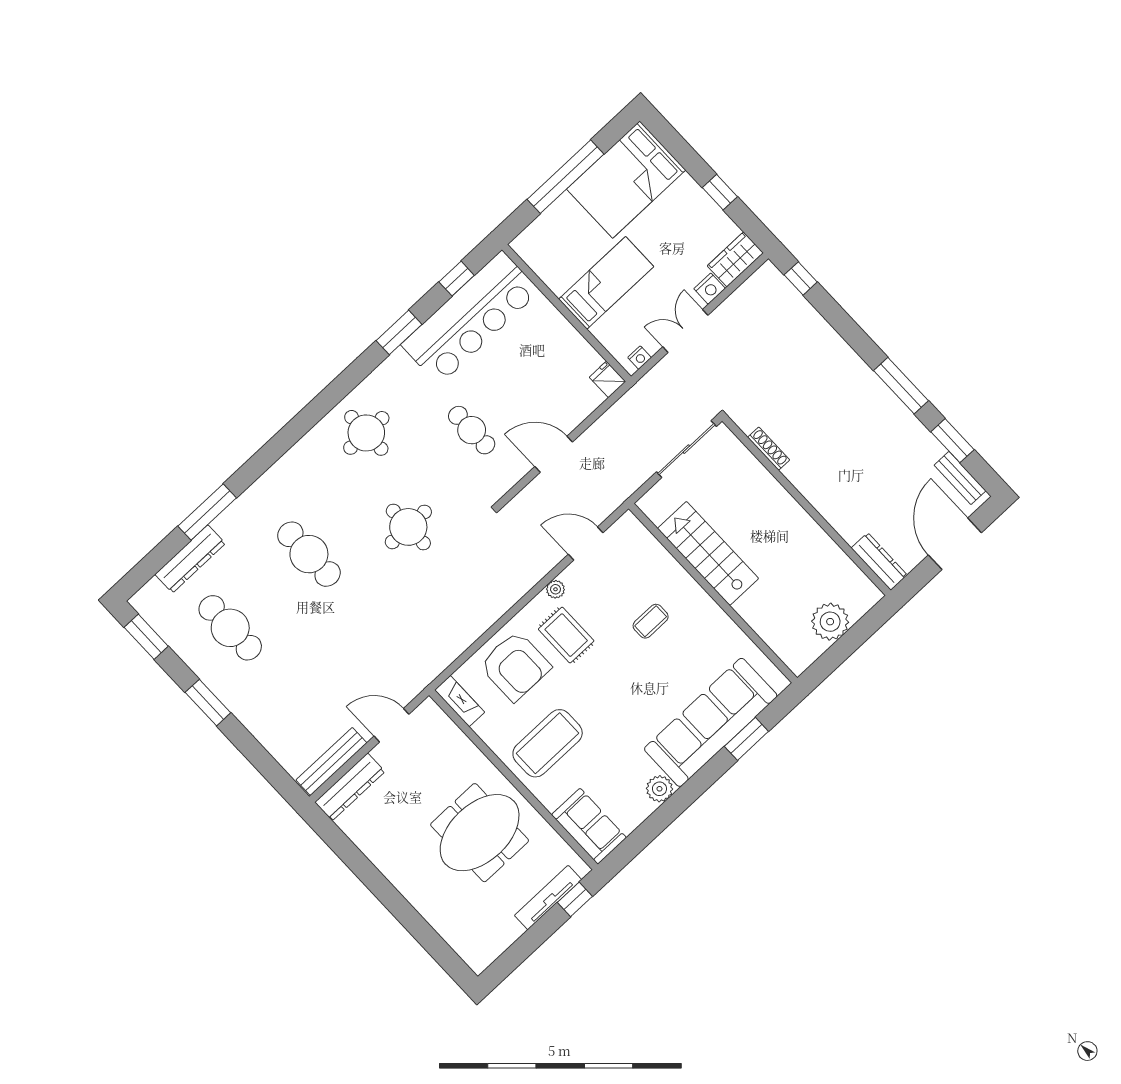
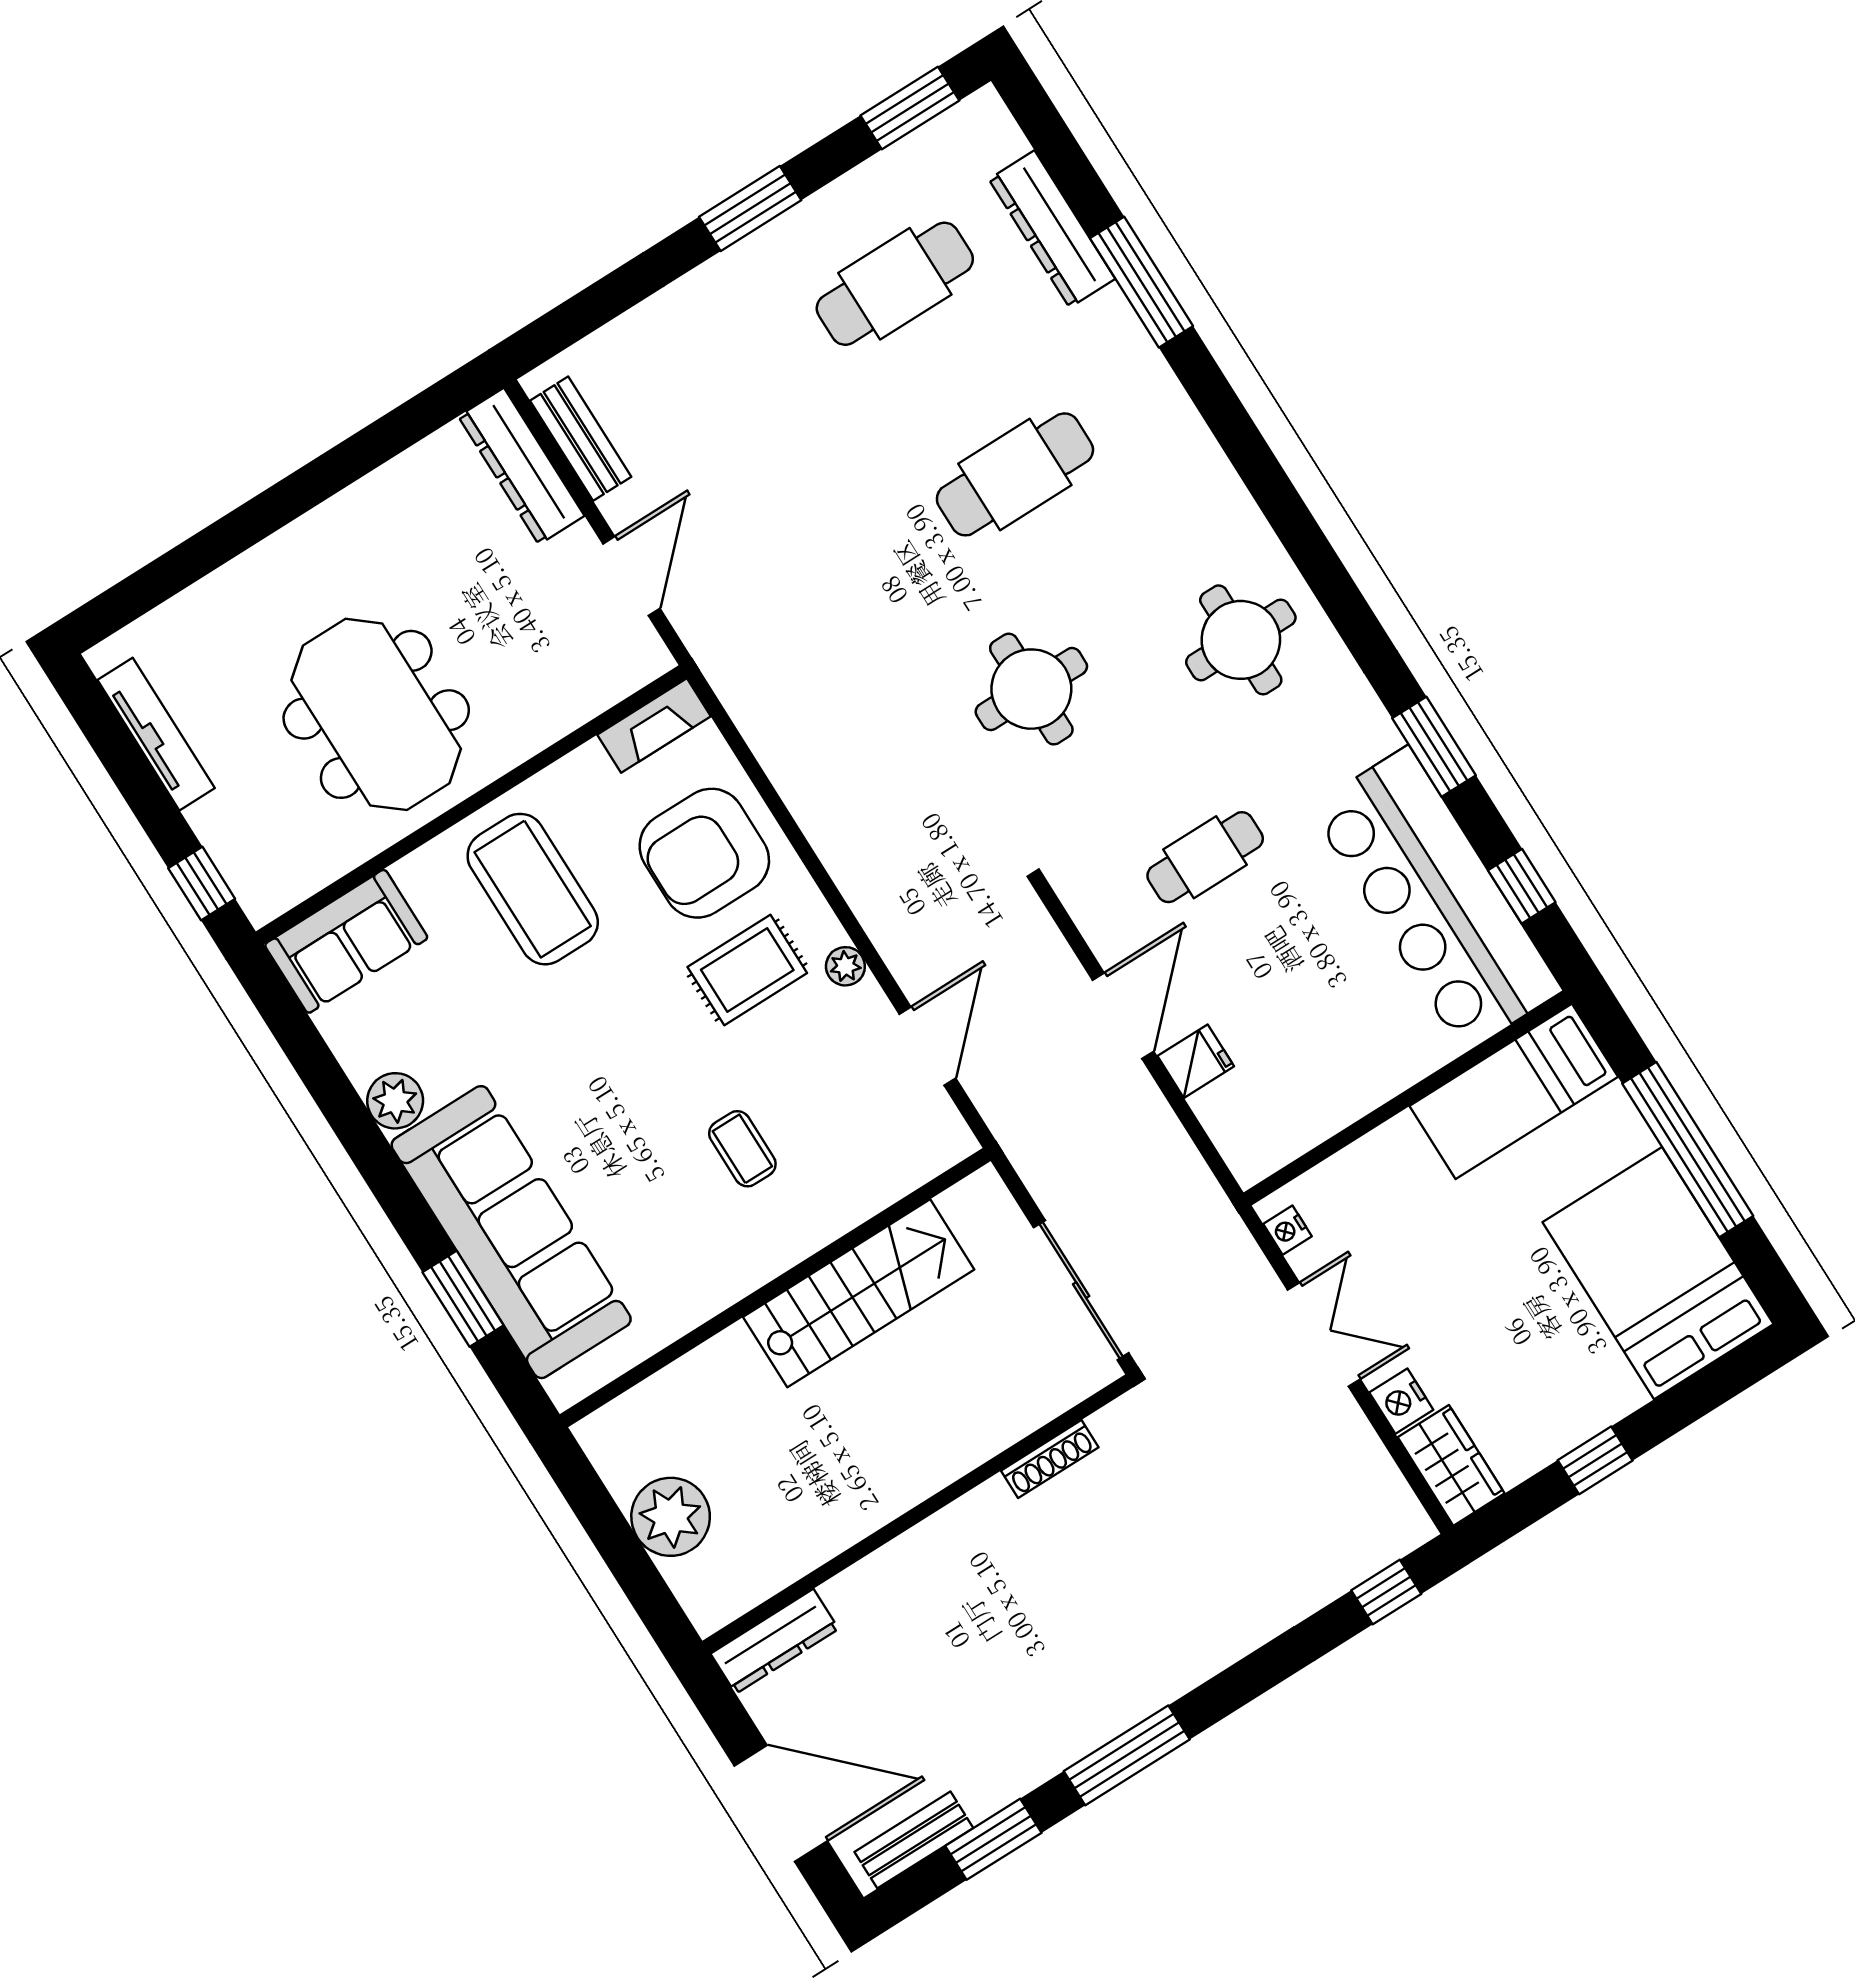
bed: (606, 283) -> (1514, 1091), moved, turned 90
fridge: (607, 379) -> (1196, 1061), moved
bench: (331, 761) -> (581, 439), width x0.73
tv unit: (548, 898) -> (156, 734), moved

